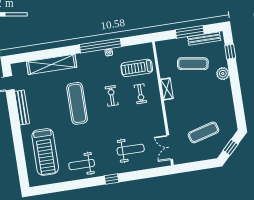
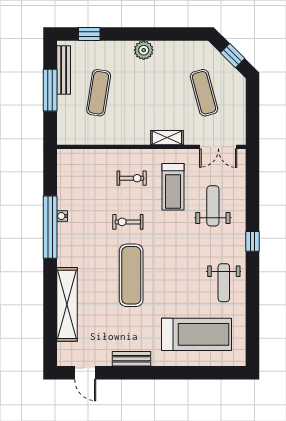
treadmill: (137, 68) -> (173, 187), moved
plant: (223, 74) -> (144, 50), moved
shelving: (167, 89) -> (167, 138), moved
exercise mat: (77, 103) -> (131, 275), turned 90
bench: (22, 108) -> (132, 359), width x0.73

